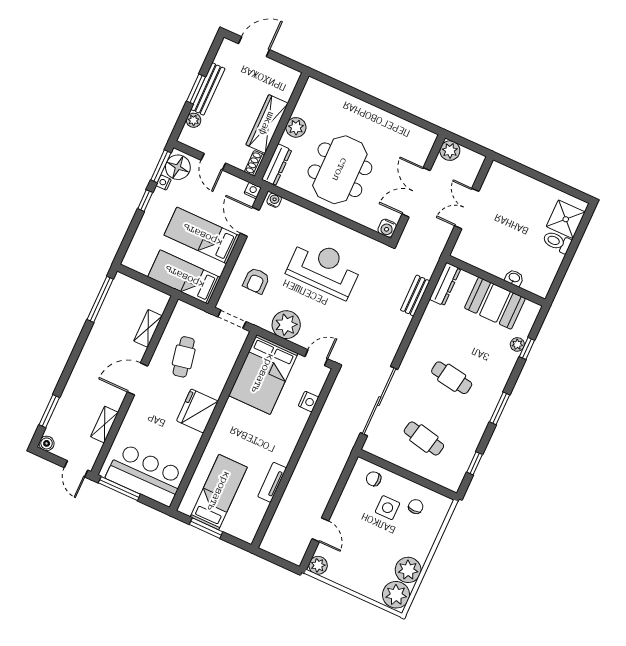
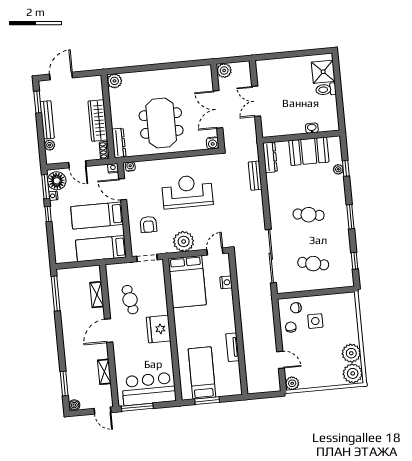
window: (196, 89) -> (38, 102), moved
plant: (296, 127) -> (114, 81), moved
chair: (416, 507) -> (291, 327), moved

